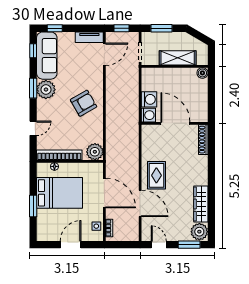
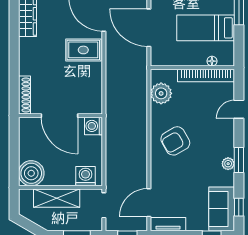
sofa: (47, 56) -> (222, 209), width x0.73
boiler: (202, 73) -> (31, 173), width x1.86, depth x1.86
plant: (46, 90) -> (228, 164), width x0.53, depth x0.53
washing machine: (149, 99) -> (86, 176), moved, turned 90
plant: (95, 152) -> (161, 93), moved
rug: (156, 175) -> (83, 50), turned 90
bed: (60, 193) -> (206, 28), width x0.67

